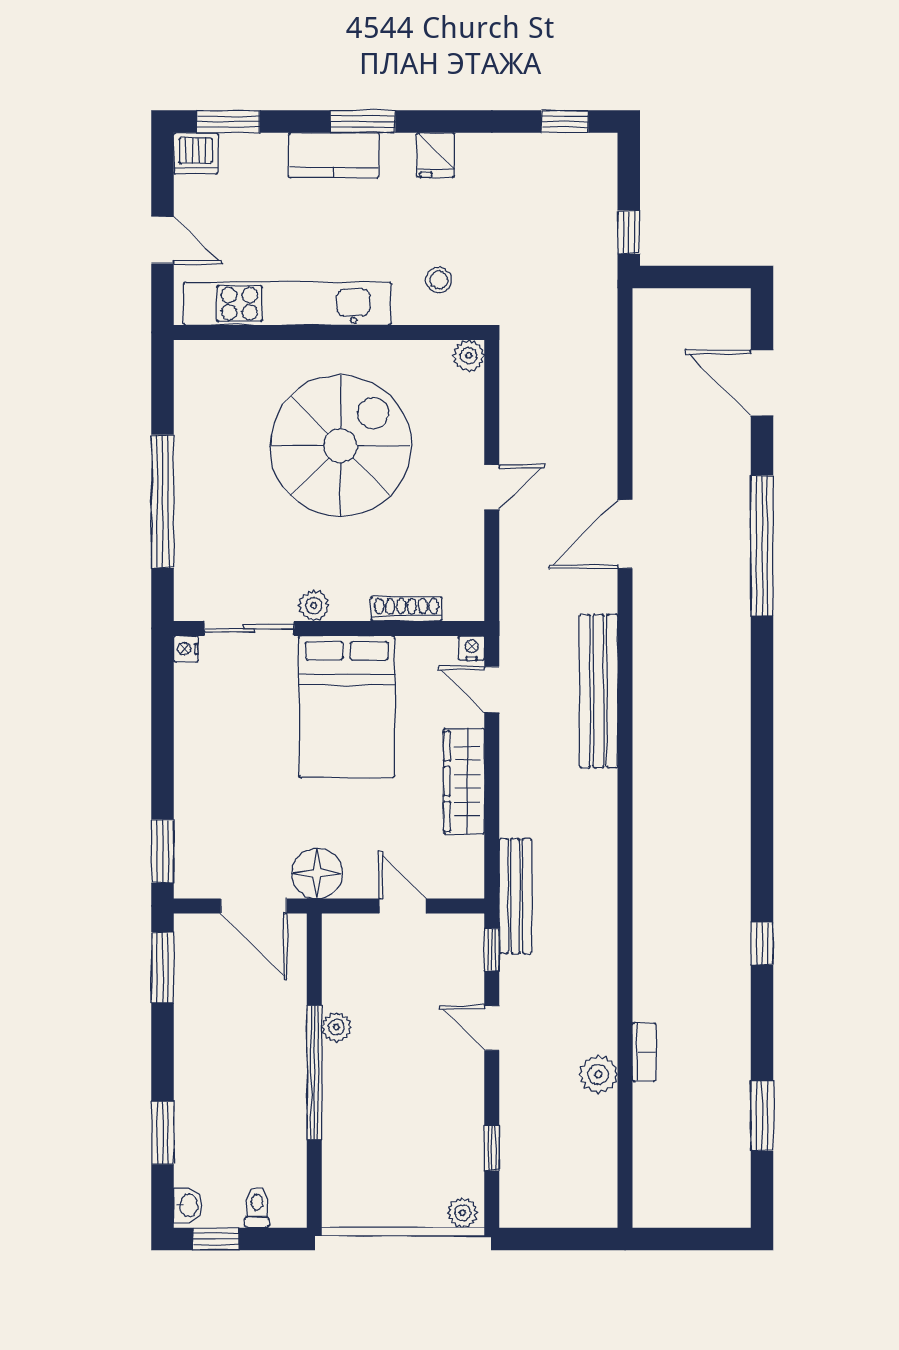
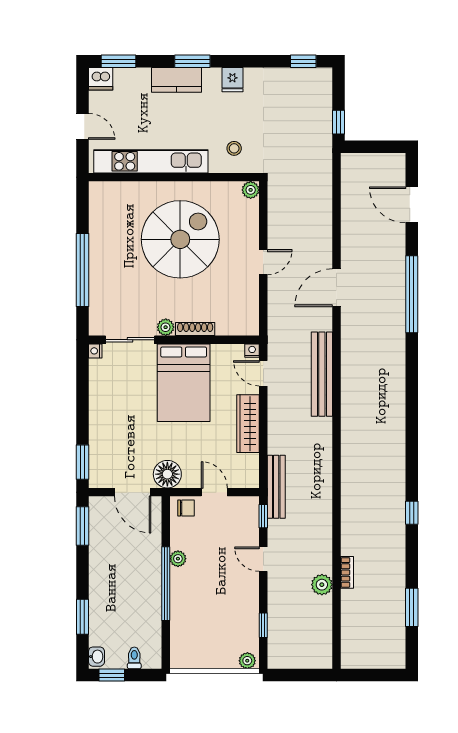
shoe rack: (406, 609) -> (195, 329), moved
chair: (351, 935) -> (186, 508), added

